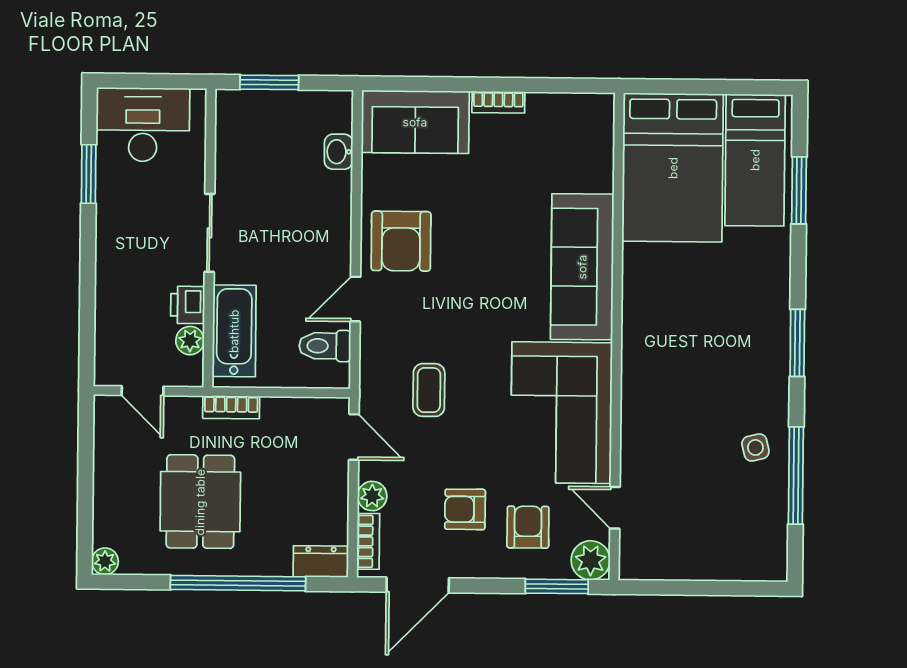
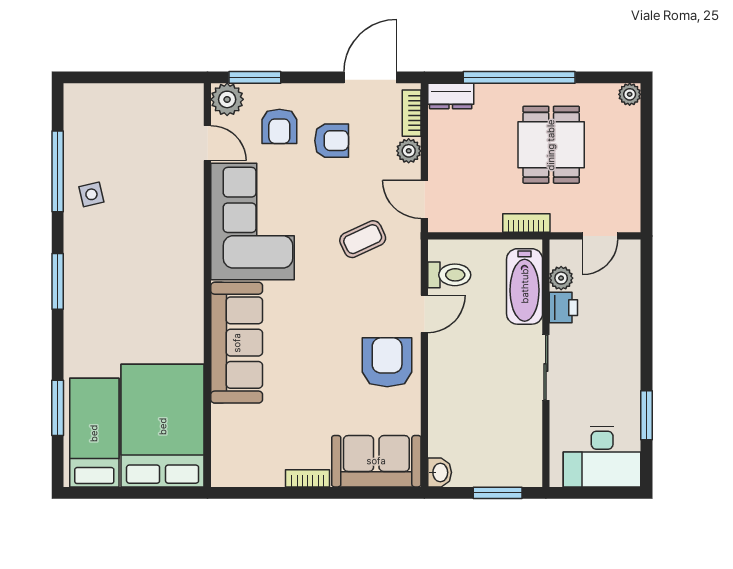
washbasin: (339, 152) -> (440, 472), moved
coffee table: (429, 390) -> (363, 239), turned 65
door: (143, 391) -> (600, 236), swing flipped

